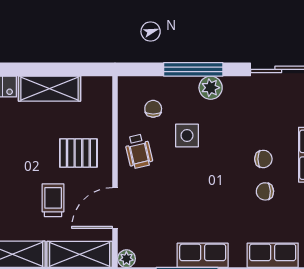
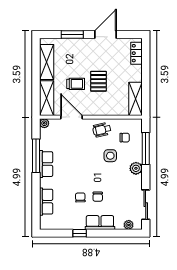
window: (193, 69) -> (146, 148), moved
shelving: (49, 89) -> (135, 99), moved
pallet: (78, 153) -> (98, 81), moved

